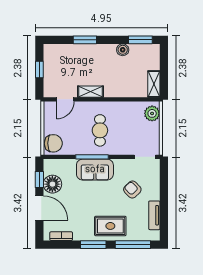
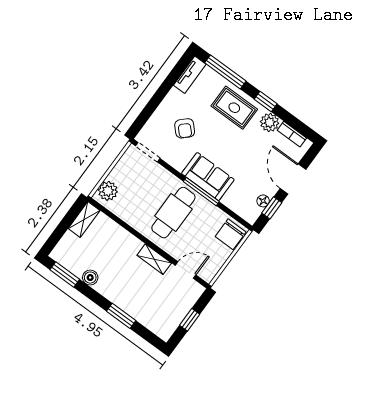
cafe table: (100, 130) -> (173, 213), width x1.37, depth x1.35
chair: (53, 143) -> (231, 234), turned -90
floor lamp: (52, 184) -> (263, 201), width x0.53, depth x0.53
tv unit: (154, 215) -> (190, 75), moved
plant: (81, 233) -> (270, 122), added
window: (93, 245) -> (266, 101), width x0.67

